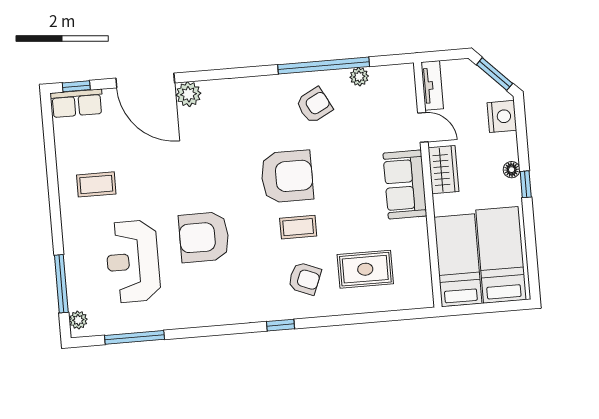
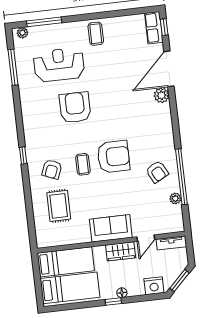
armchair: (287, 176) -> (113, 157), turned -90
coffee table: (96, 184) -> (96, 34), moved

